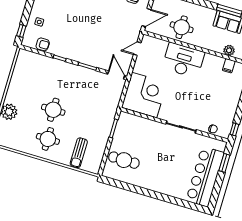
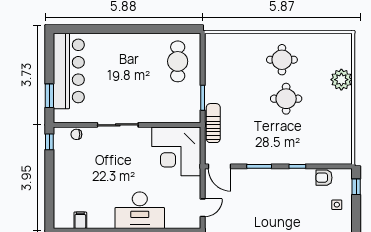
sun lounger: (79, 153) -> (213, 123), moved
cafe table: (124, 160) -> (178, 61), turned 90

